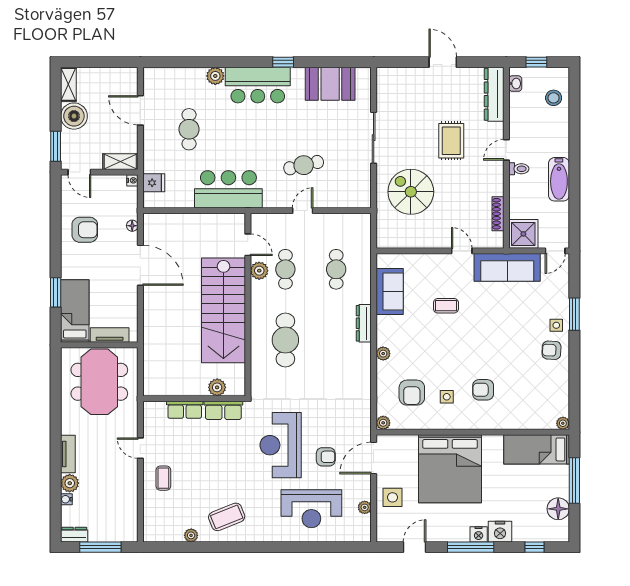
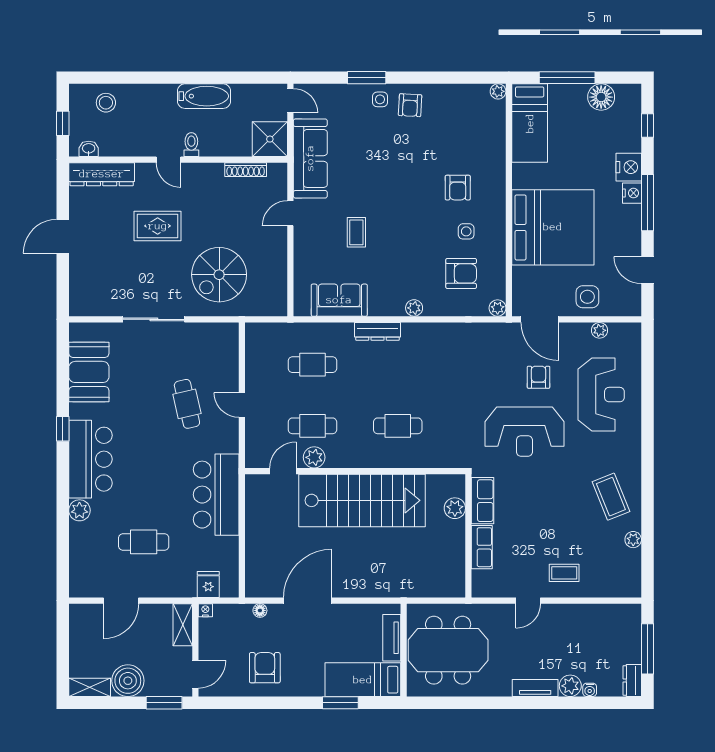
cafe table: (285, 340) -> (398, 426), width x0.73, depth x0.74

